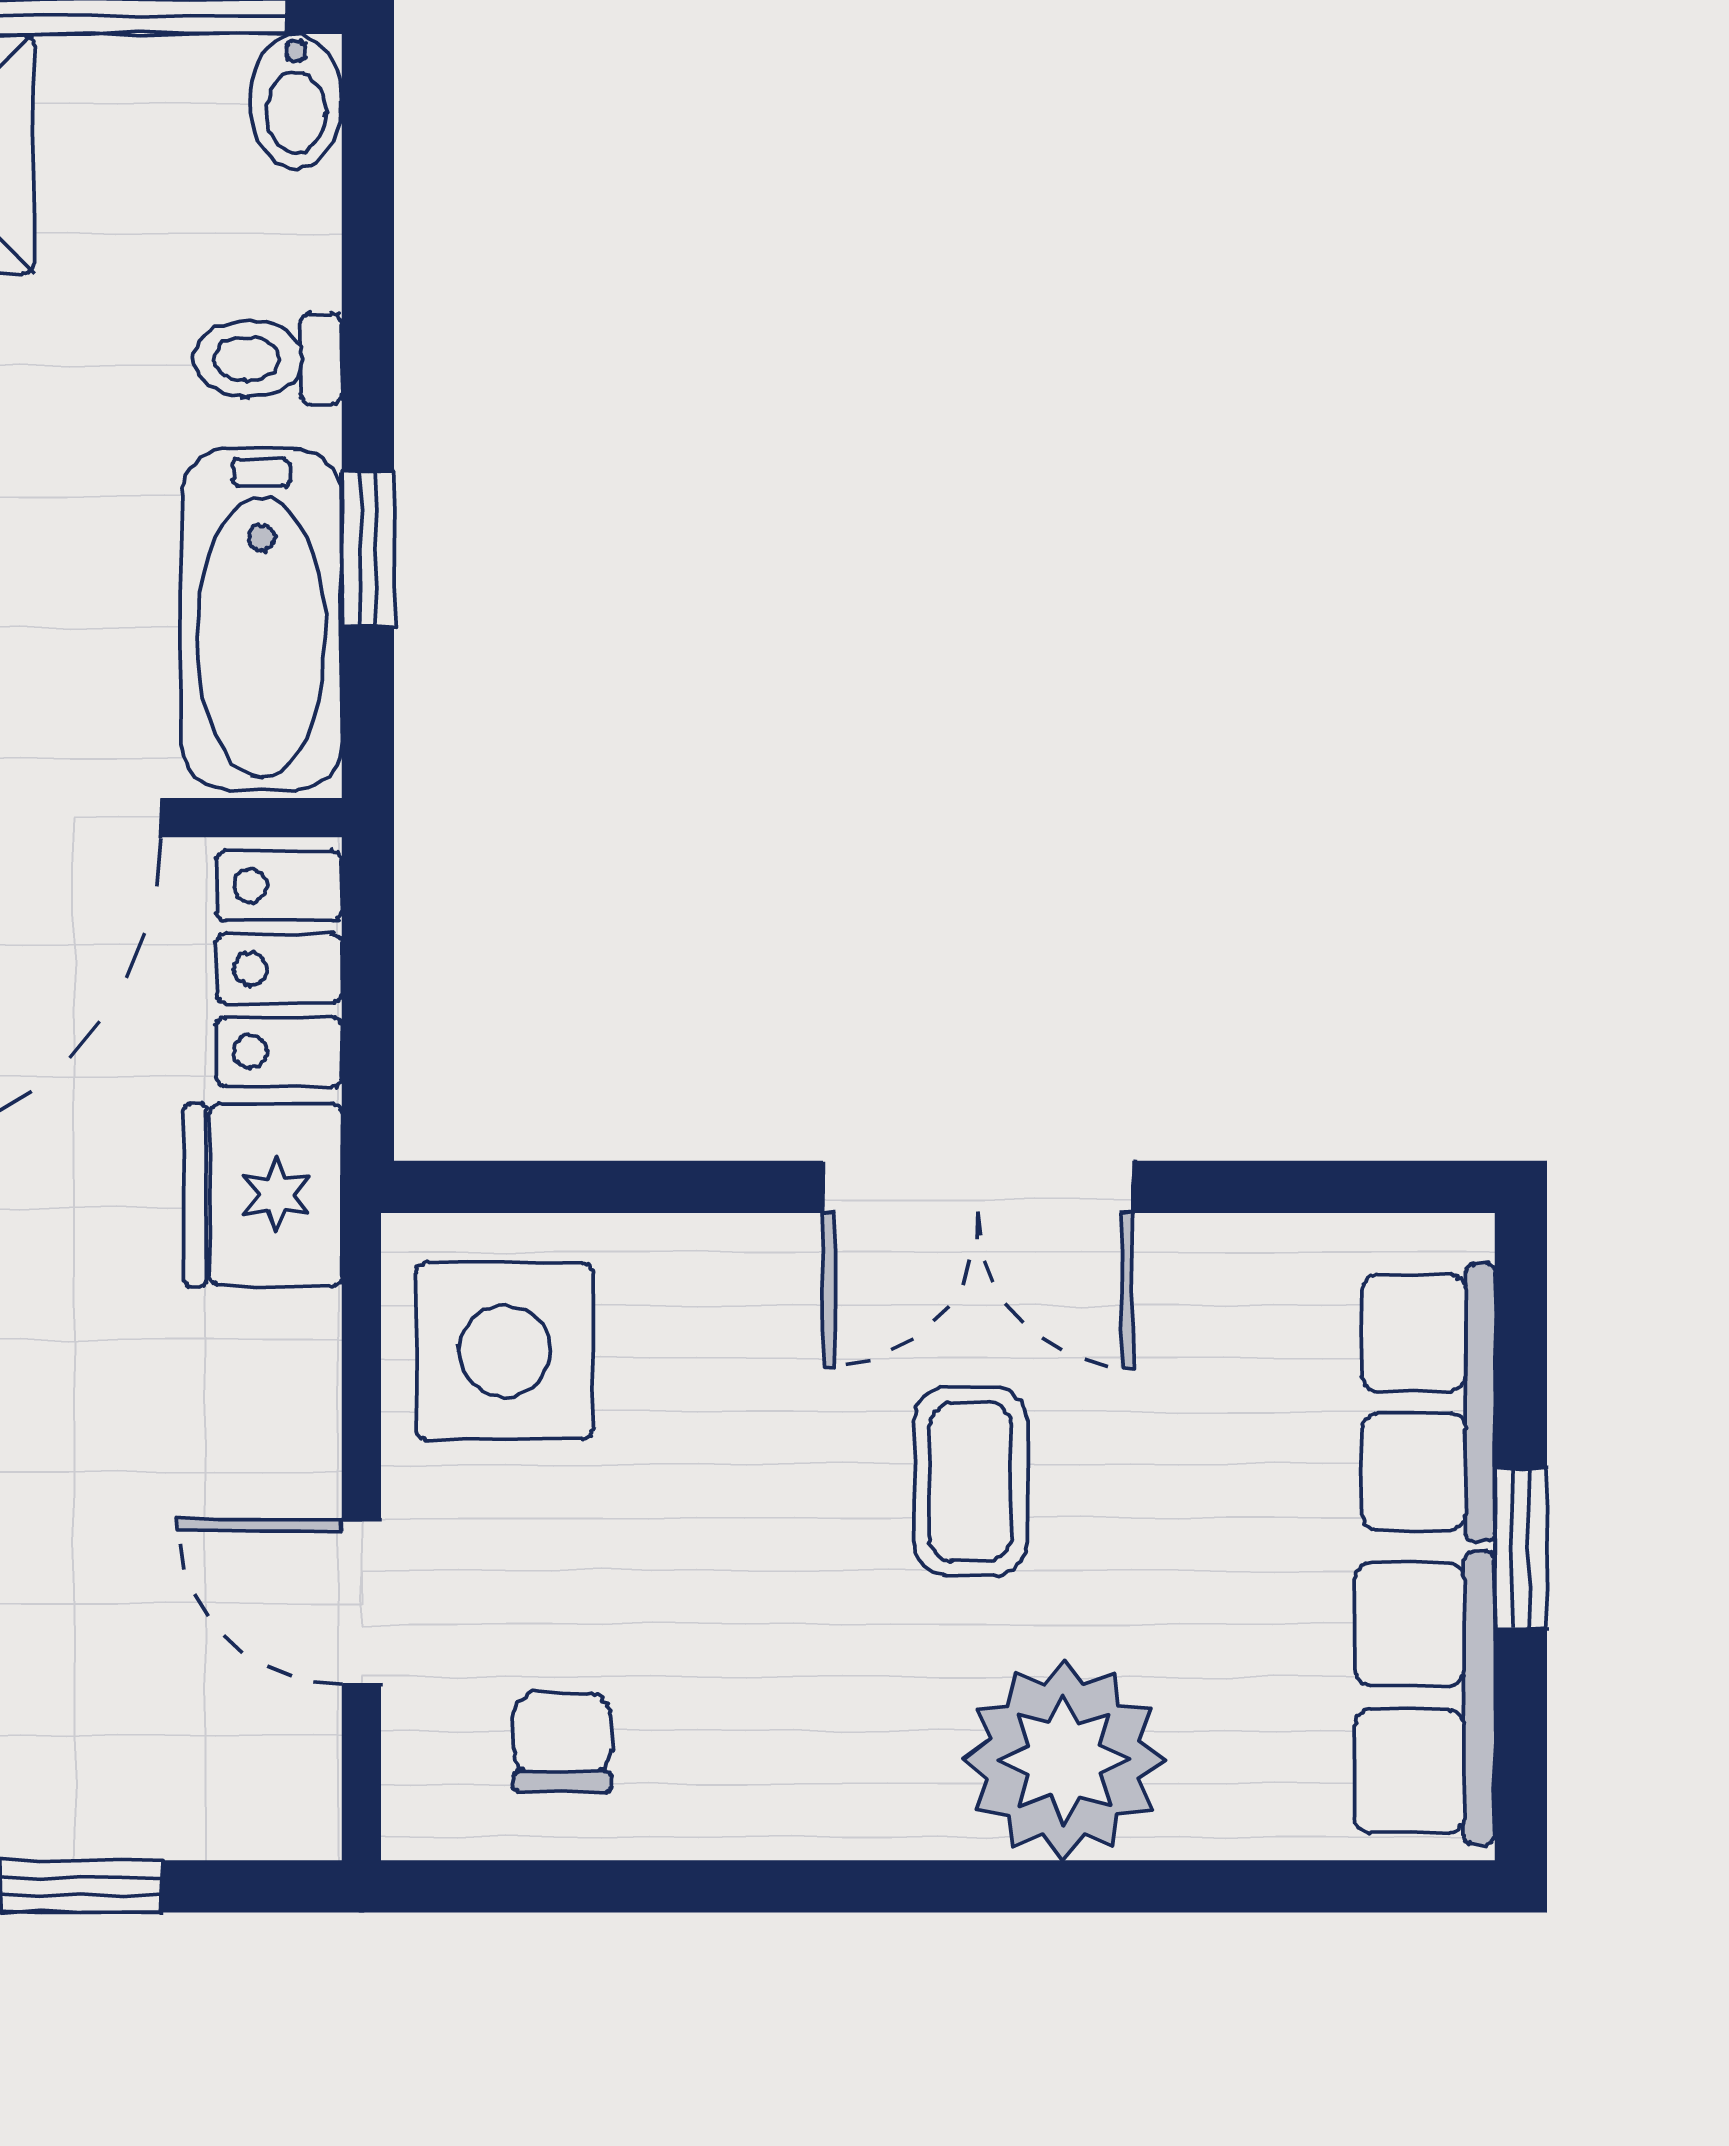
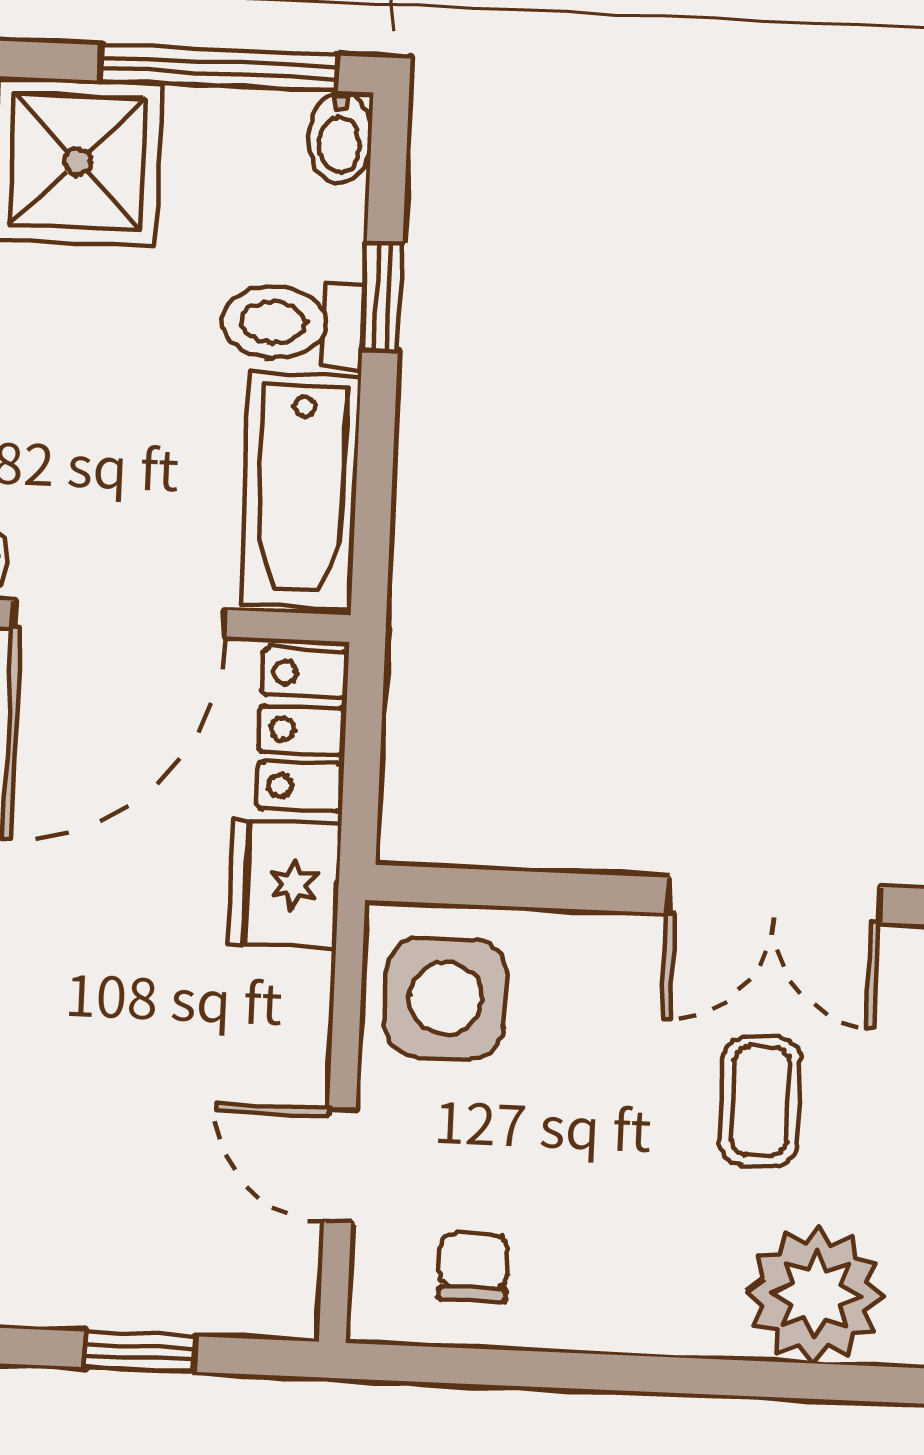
toilet: (268, 359) -> (293, 323), width x1.37, depth x1.39
window: (368, 549) -> (382, 297), moved

